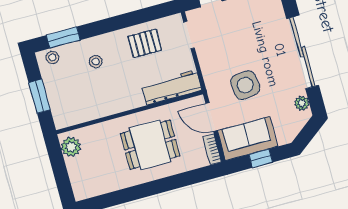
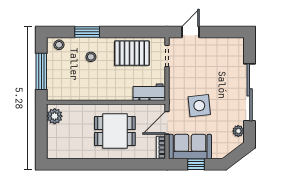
window: (63, 38) -> (87, 32), moved
pallet: (145, 43) -> (132, 53), width x1.50, depth x1.42
workbench: (172, 87) -> (149, 92), width x0.73
window: (39, 96) -> (41, 71), width x1.44
door: (211, 117) -> (167, 123), hinge flipped

